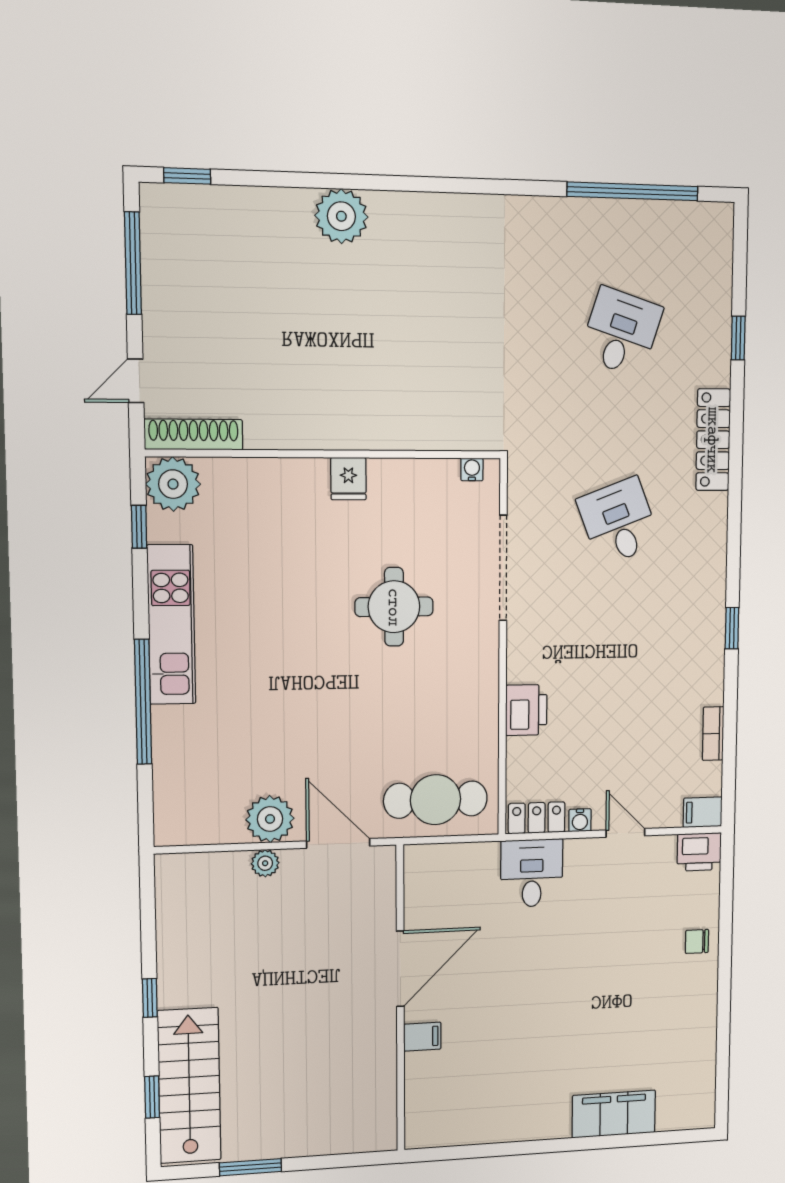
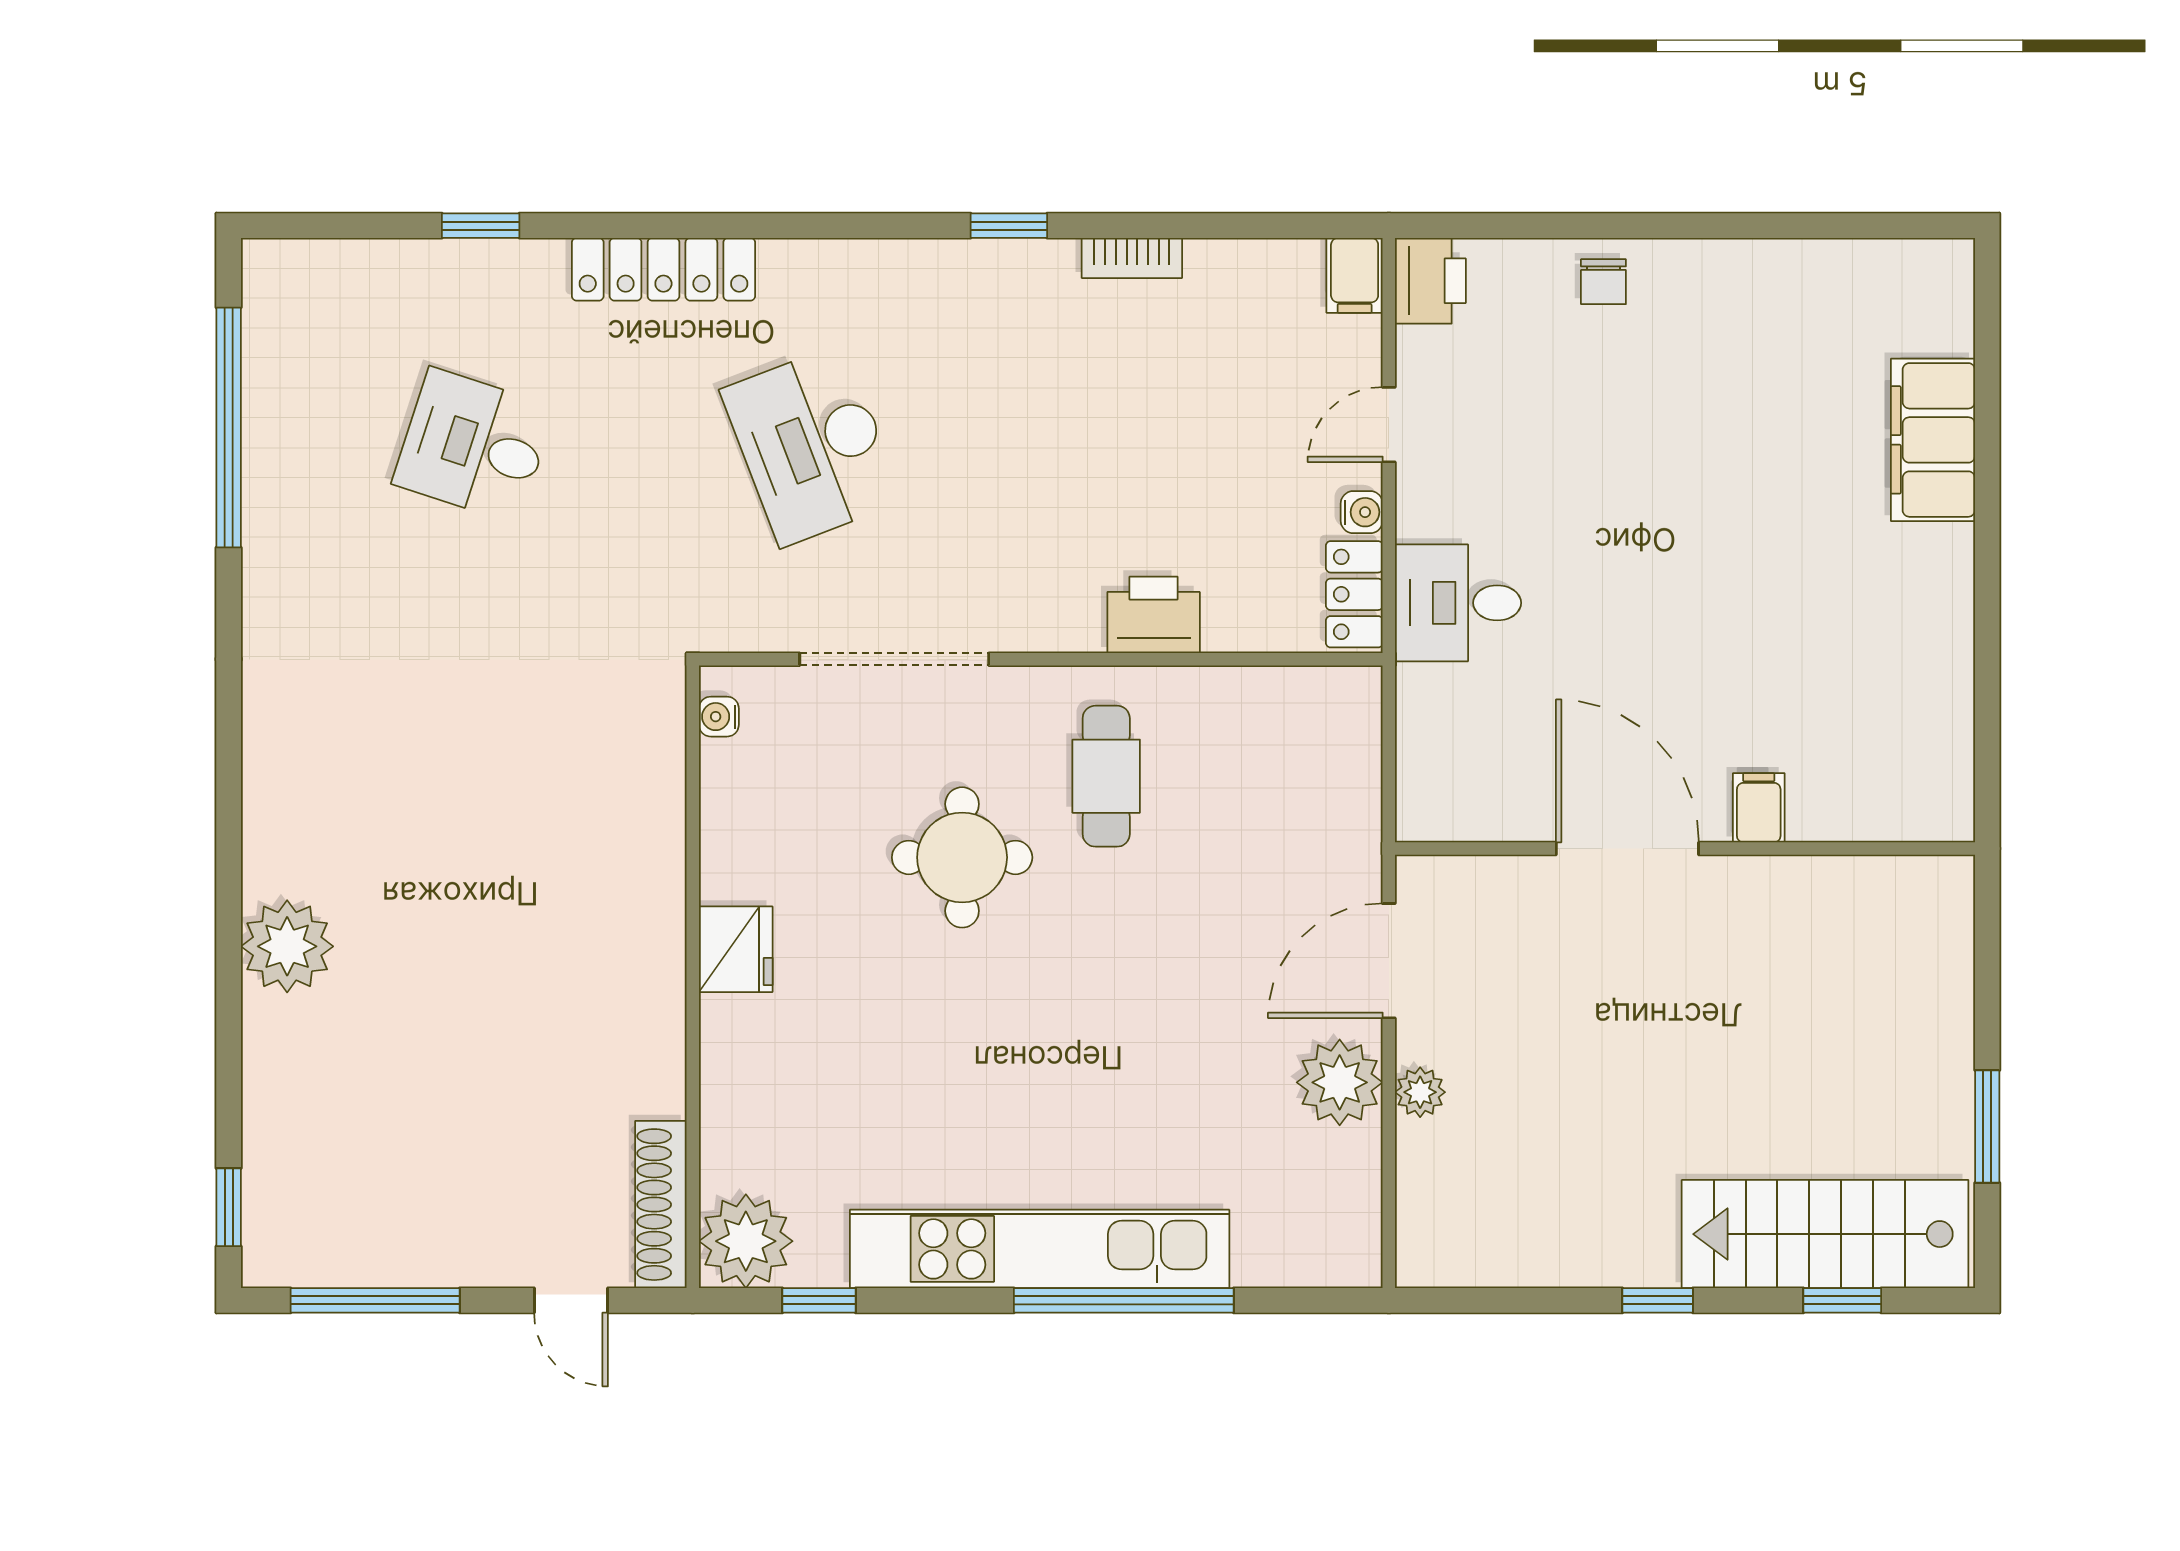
fridge: (348, 479) -> (736, 949), width x1.38
desk: (619, 522) -> (812, 445), width x1.37
kitchen unit: (171, 625) -> (1040, 1249), width x1.36
bookcase: (713, 734) -> (1132, 258), moved
cafe table: (436, 800) -> (1106, 776), moved, width x0.73, depth x0.74

